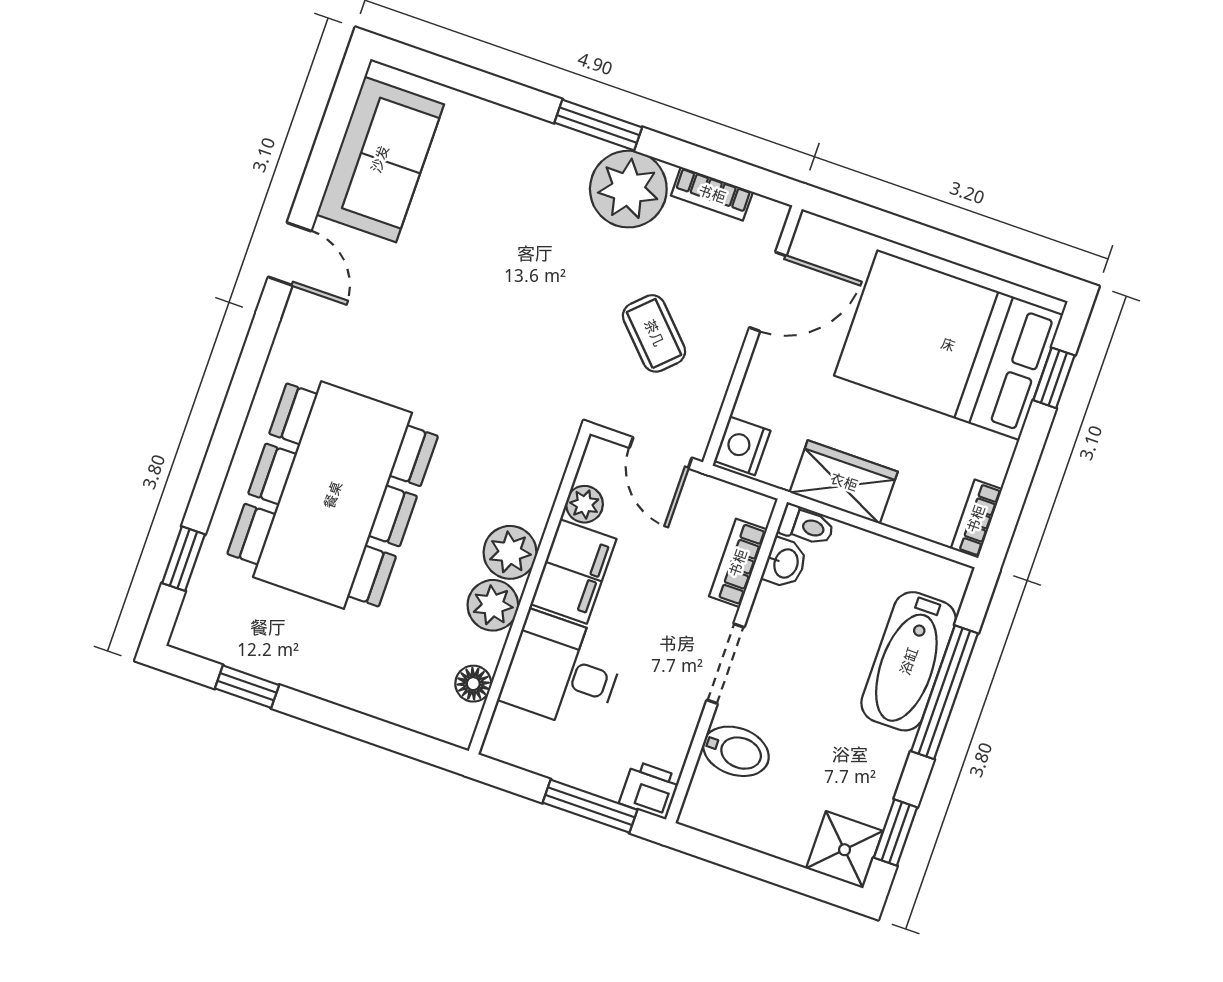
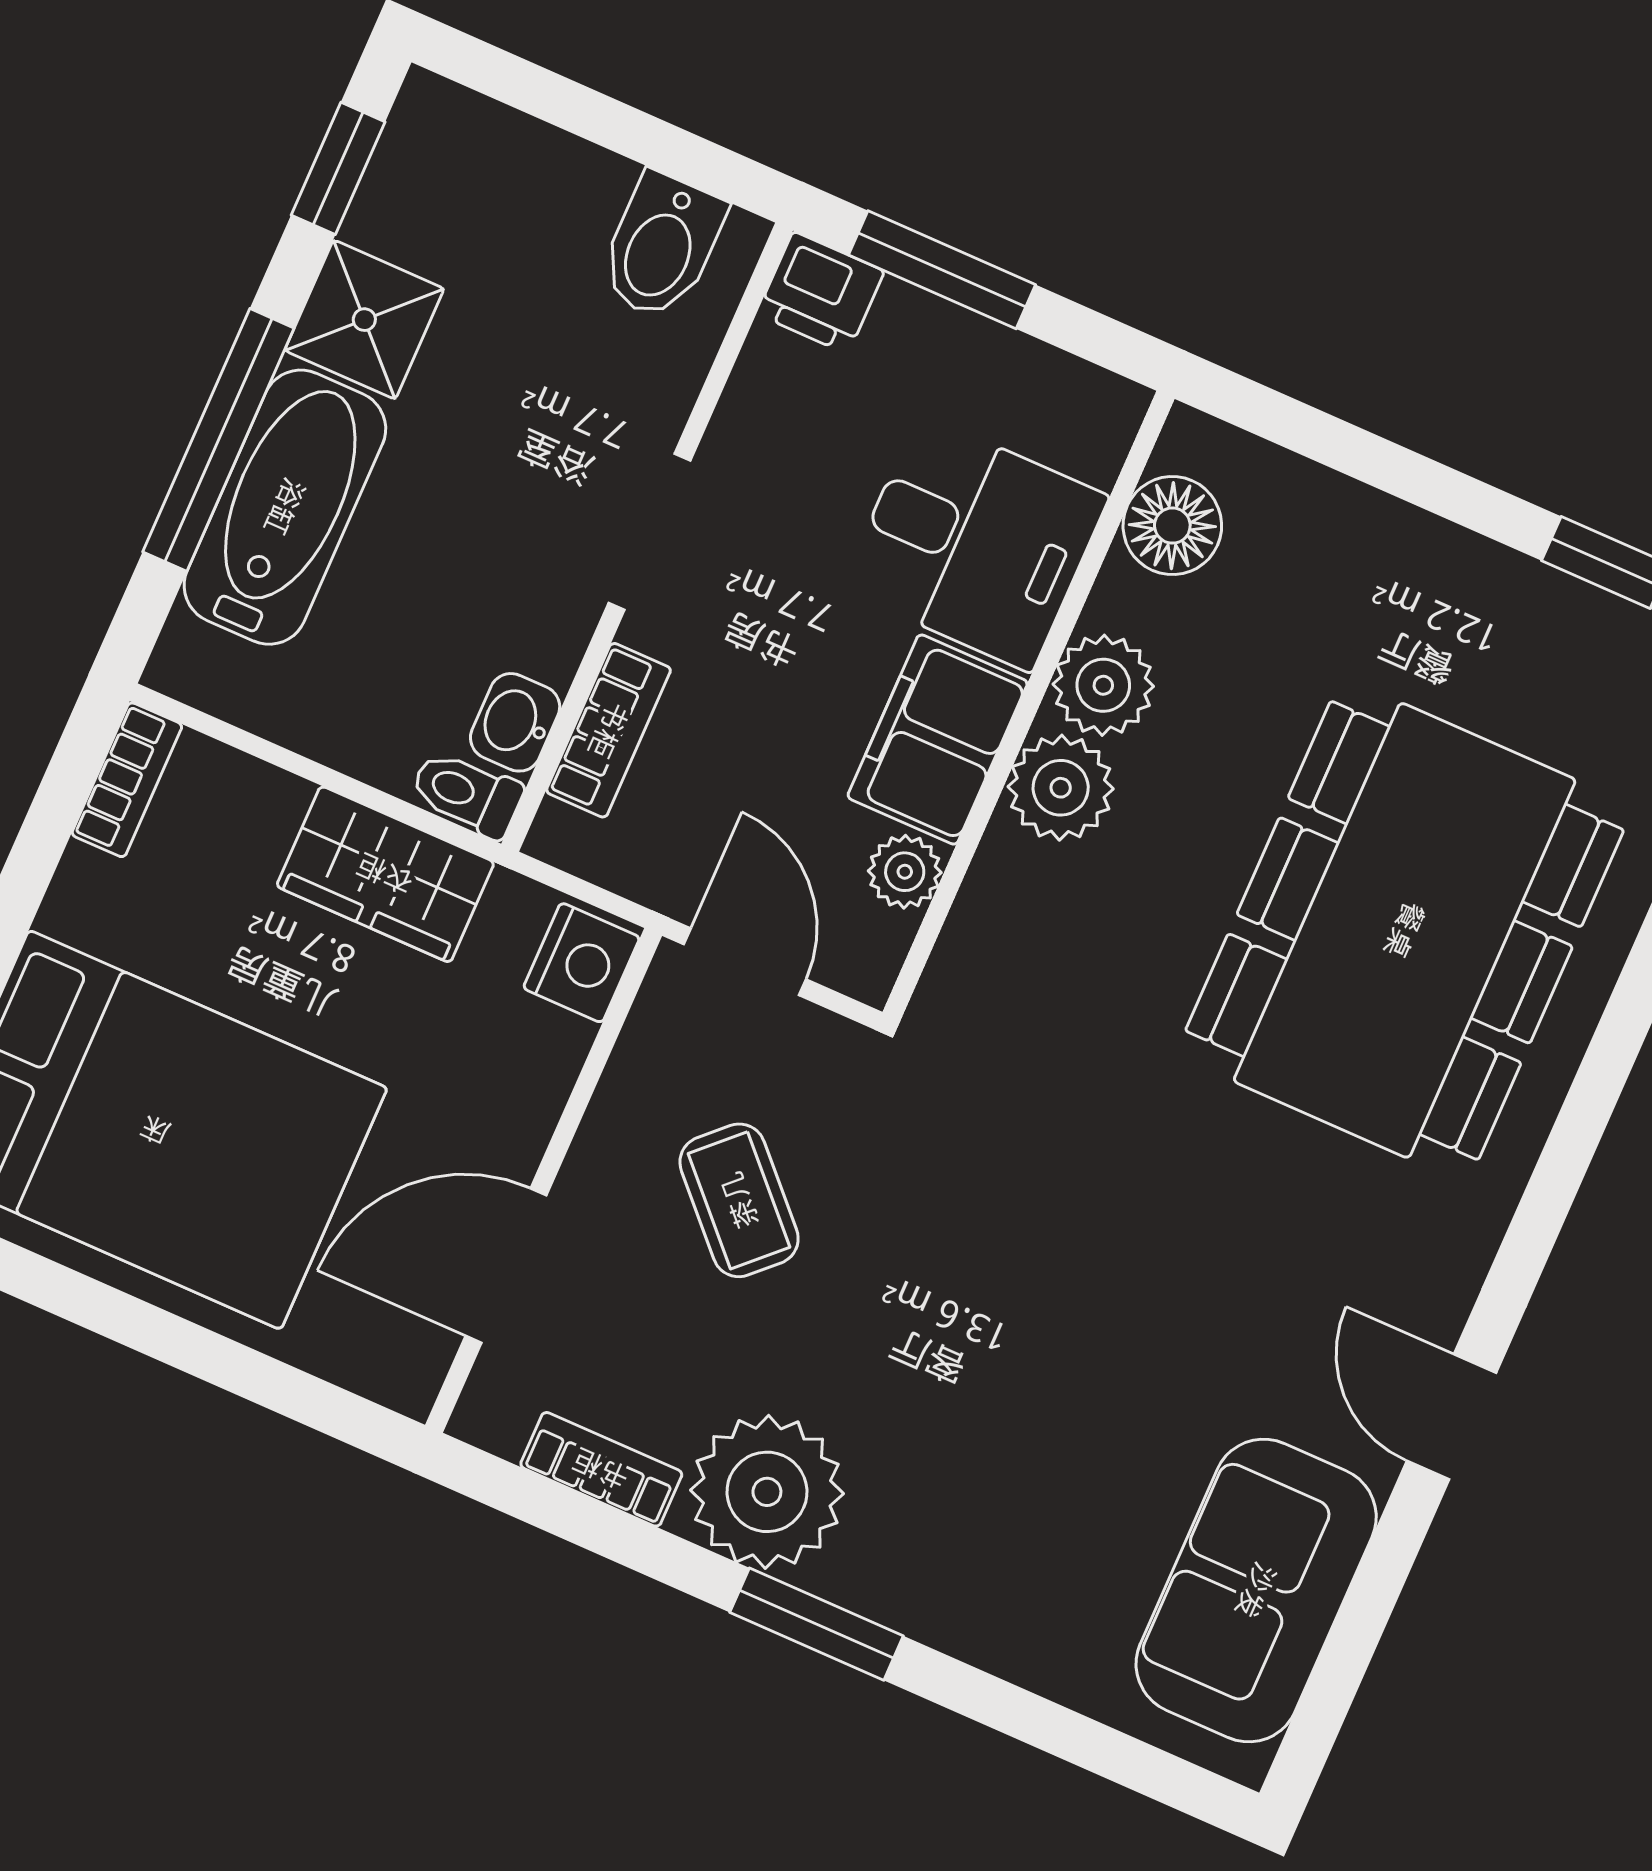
floor lamp: (473, 684) -> (1172, 526), width x1.37, depth x1.37
bidet: (736, 751) -> (662, 246), moved, turned -90
shower: (845, 850) -> (364, 320), moved

